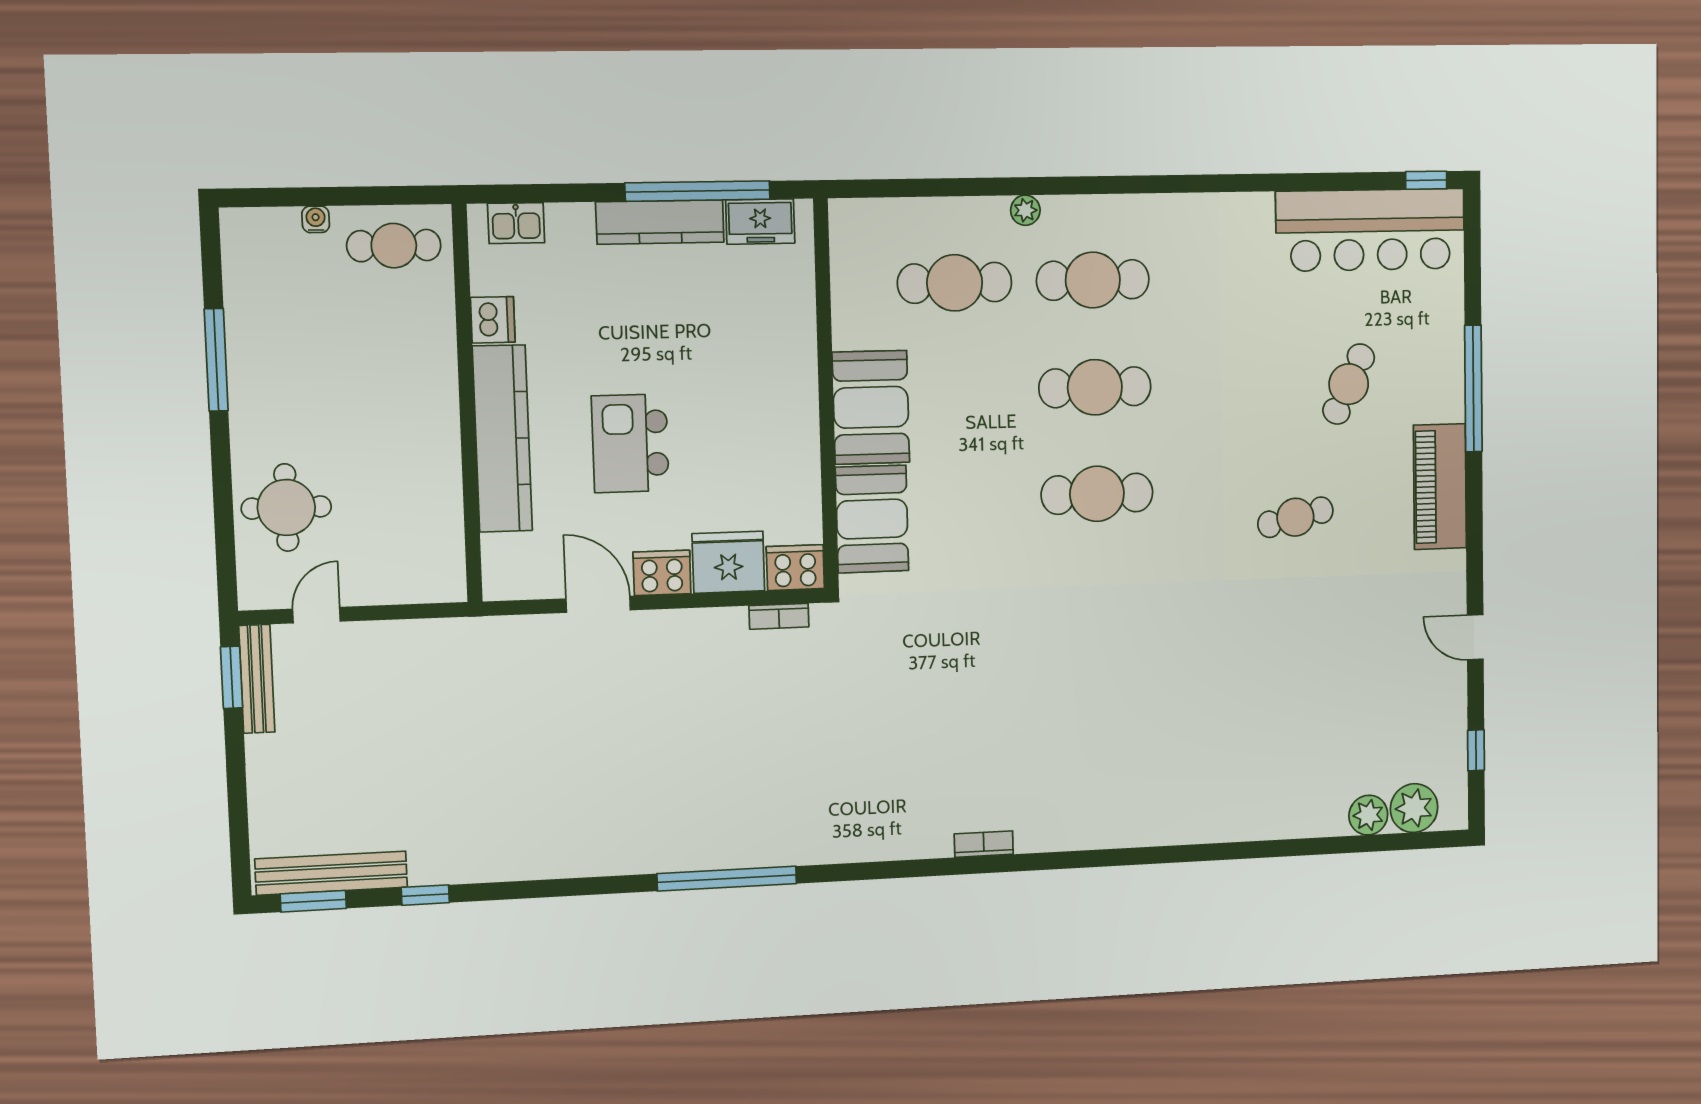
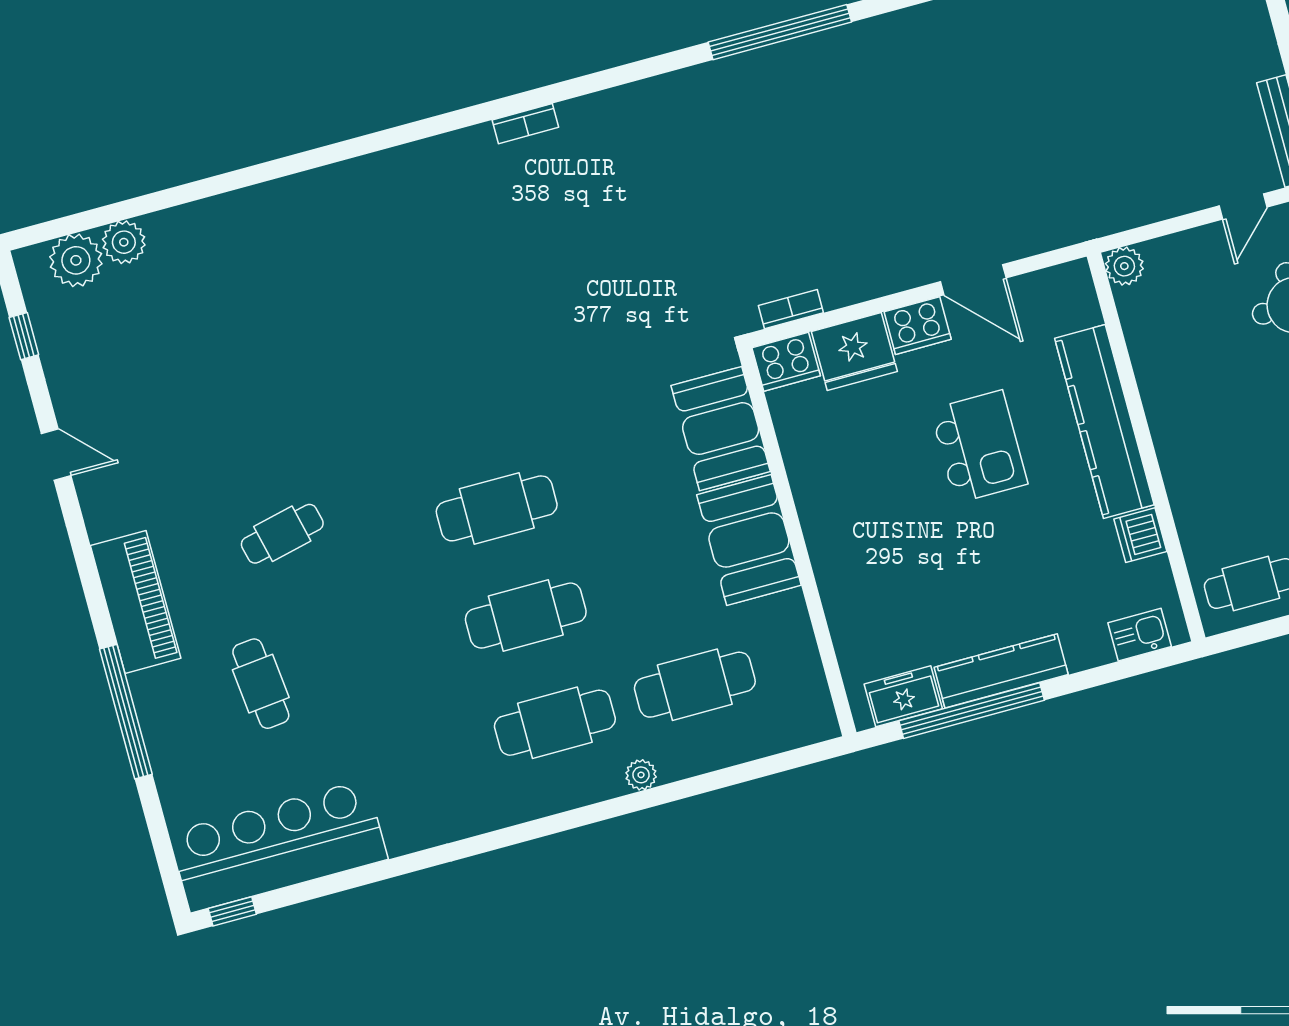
cafe table: (1349, 384) -> (261, 684), turned -32
plant: (448, 584) -> (1124, 266), added

